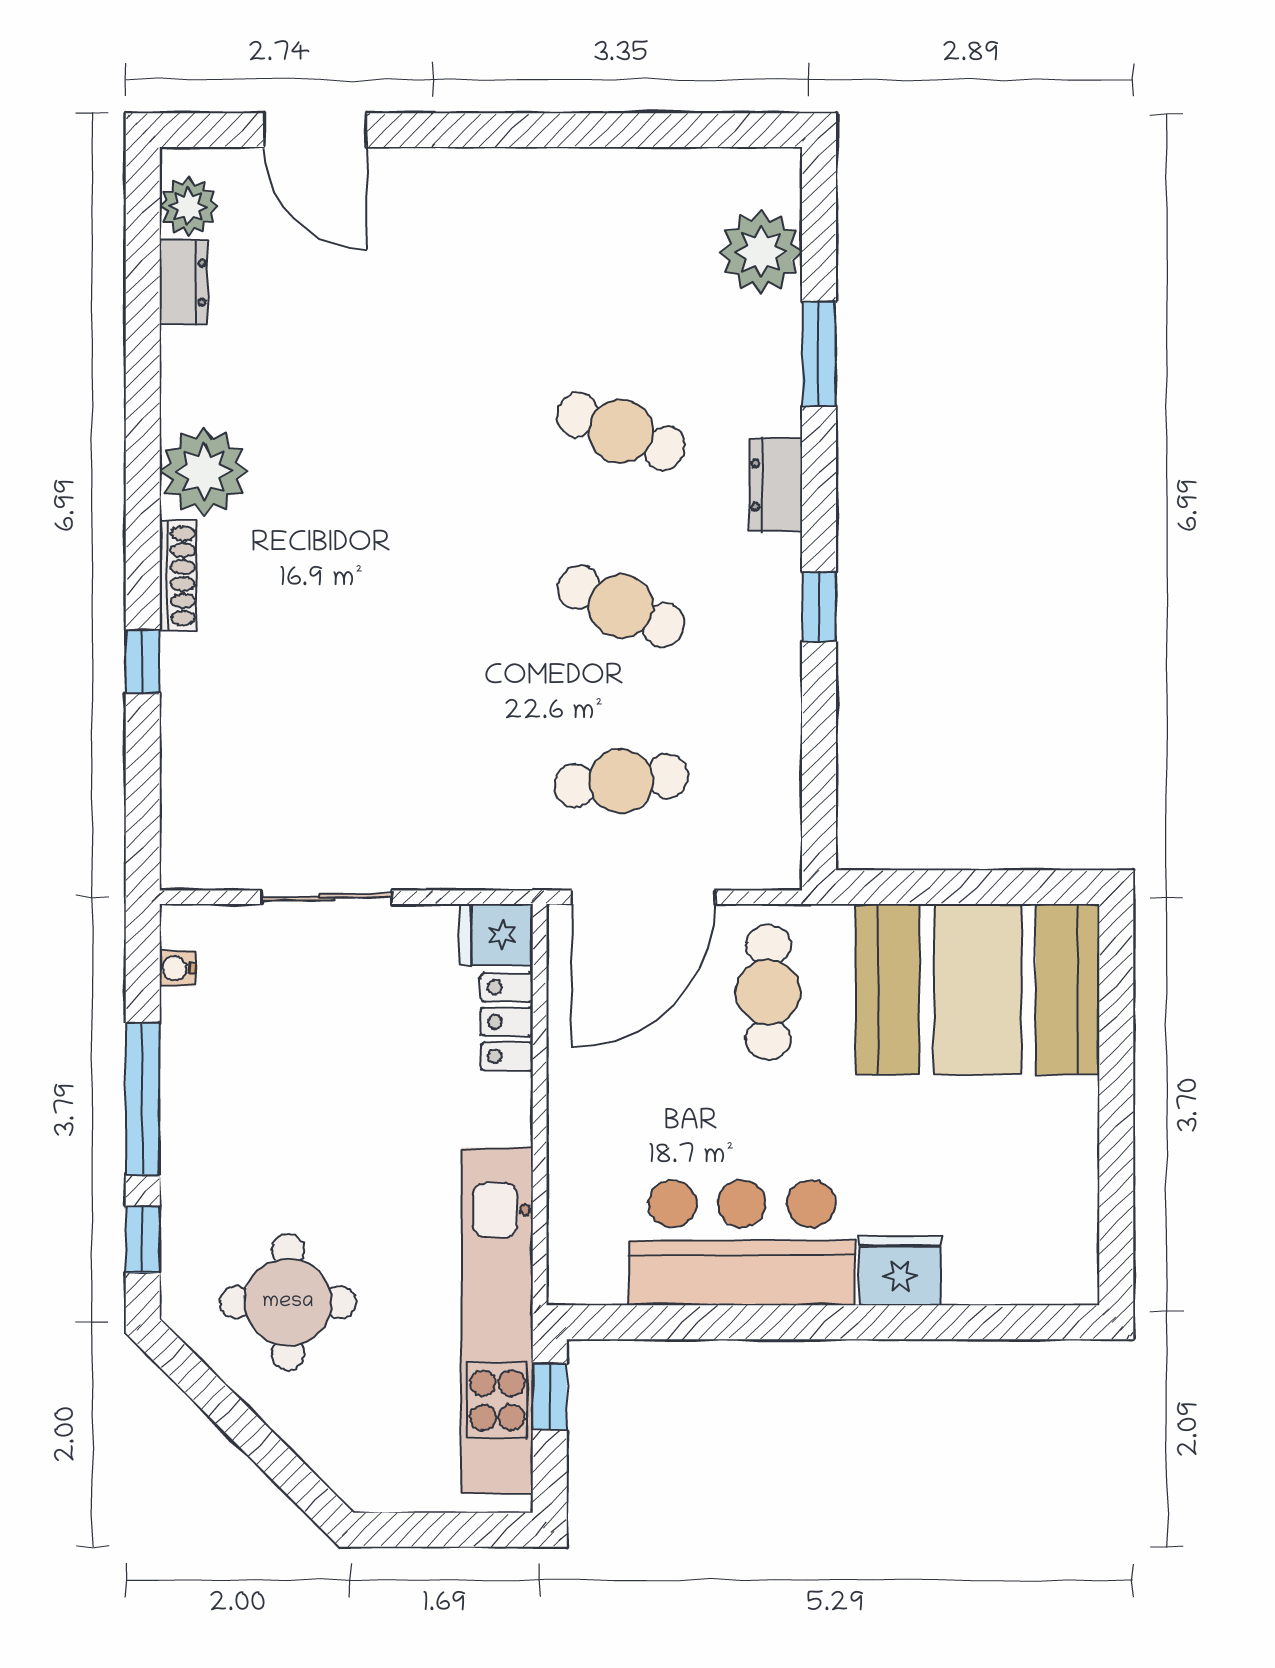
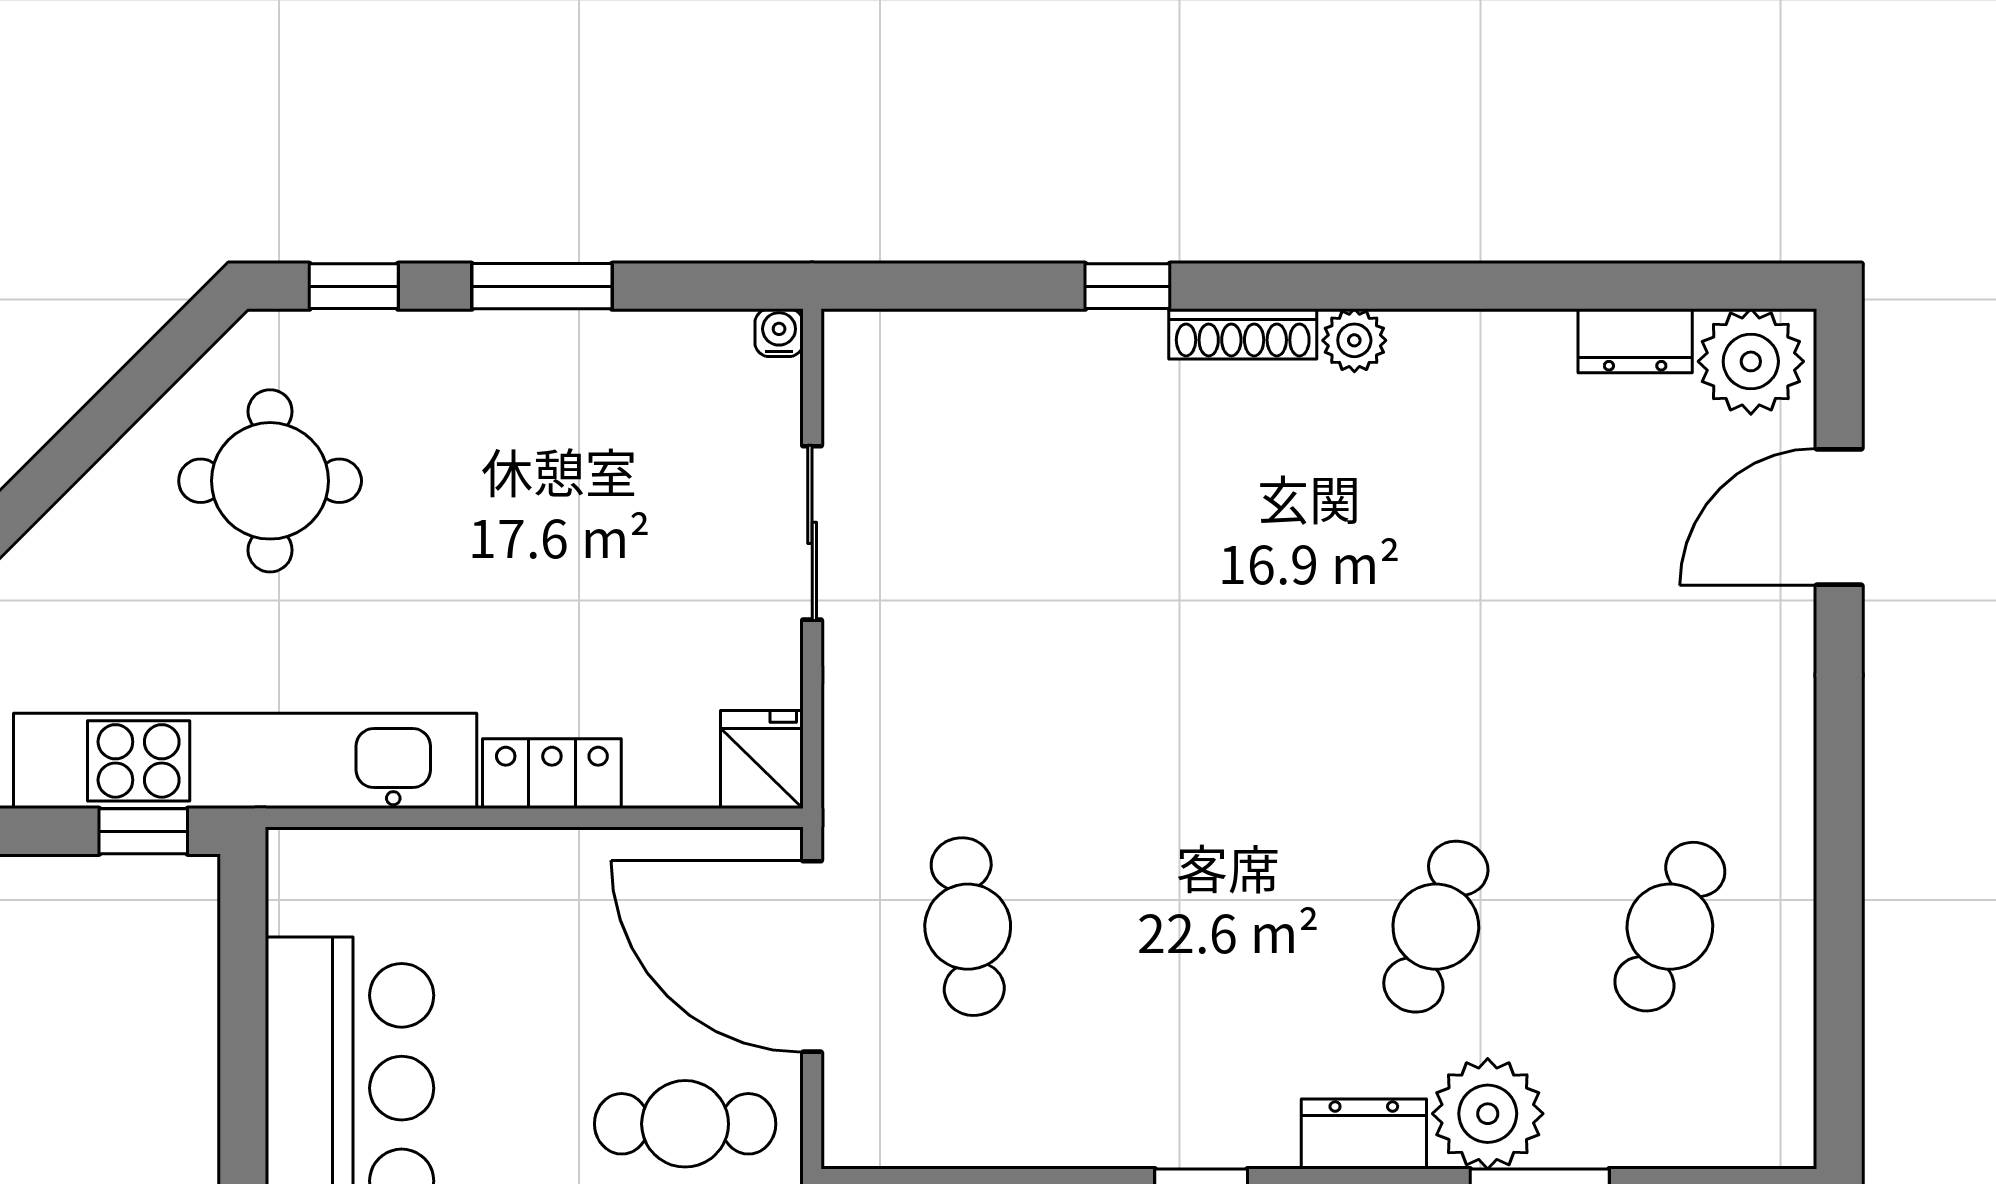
plant: (188, 207) -> (1751, 361), width x1.36, depth x1.36
plant: (761, 252) -> (1488, 1114), moved
plant: (204, 472) -> (1354, 340), width x0.53, depth x0.53
cafe table: (621, 606) -> (1670, 927), moved
water cooler: (177, 968) -> (779, 333), moved
locker: (507, 1022) -> (552, 774), moved
window: (143, 1099) -> (542, 286), width x0.69

